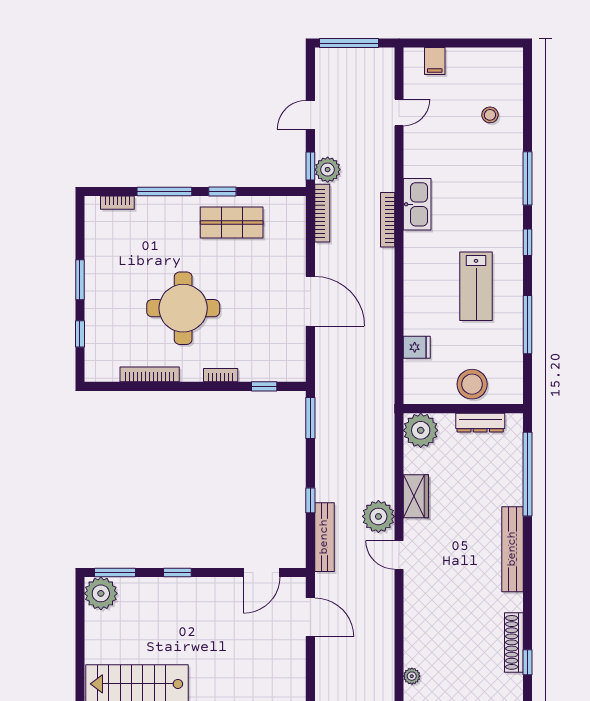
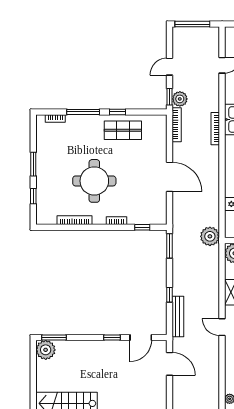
plant: (378, 516) -> (210, 236), moved
window: (177, 573) -> (112, 337), moved

